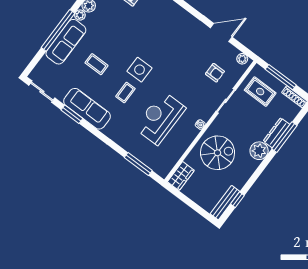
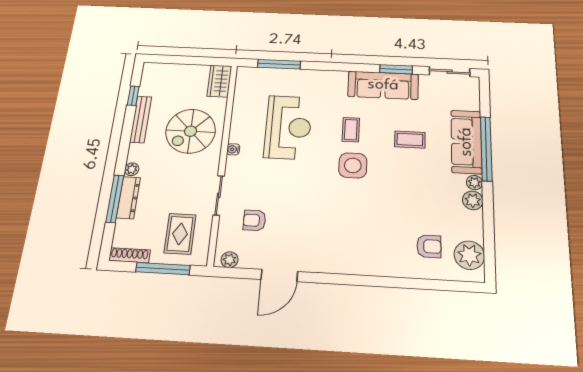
rug: (260, 92) -> (180, 234), turned 90
plant: (259, 151) -> (132, 169), width x0.53, depth x0.53
bench: (225, 203) -> (141, 119), moved

